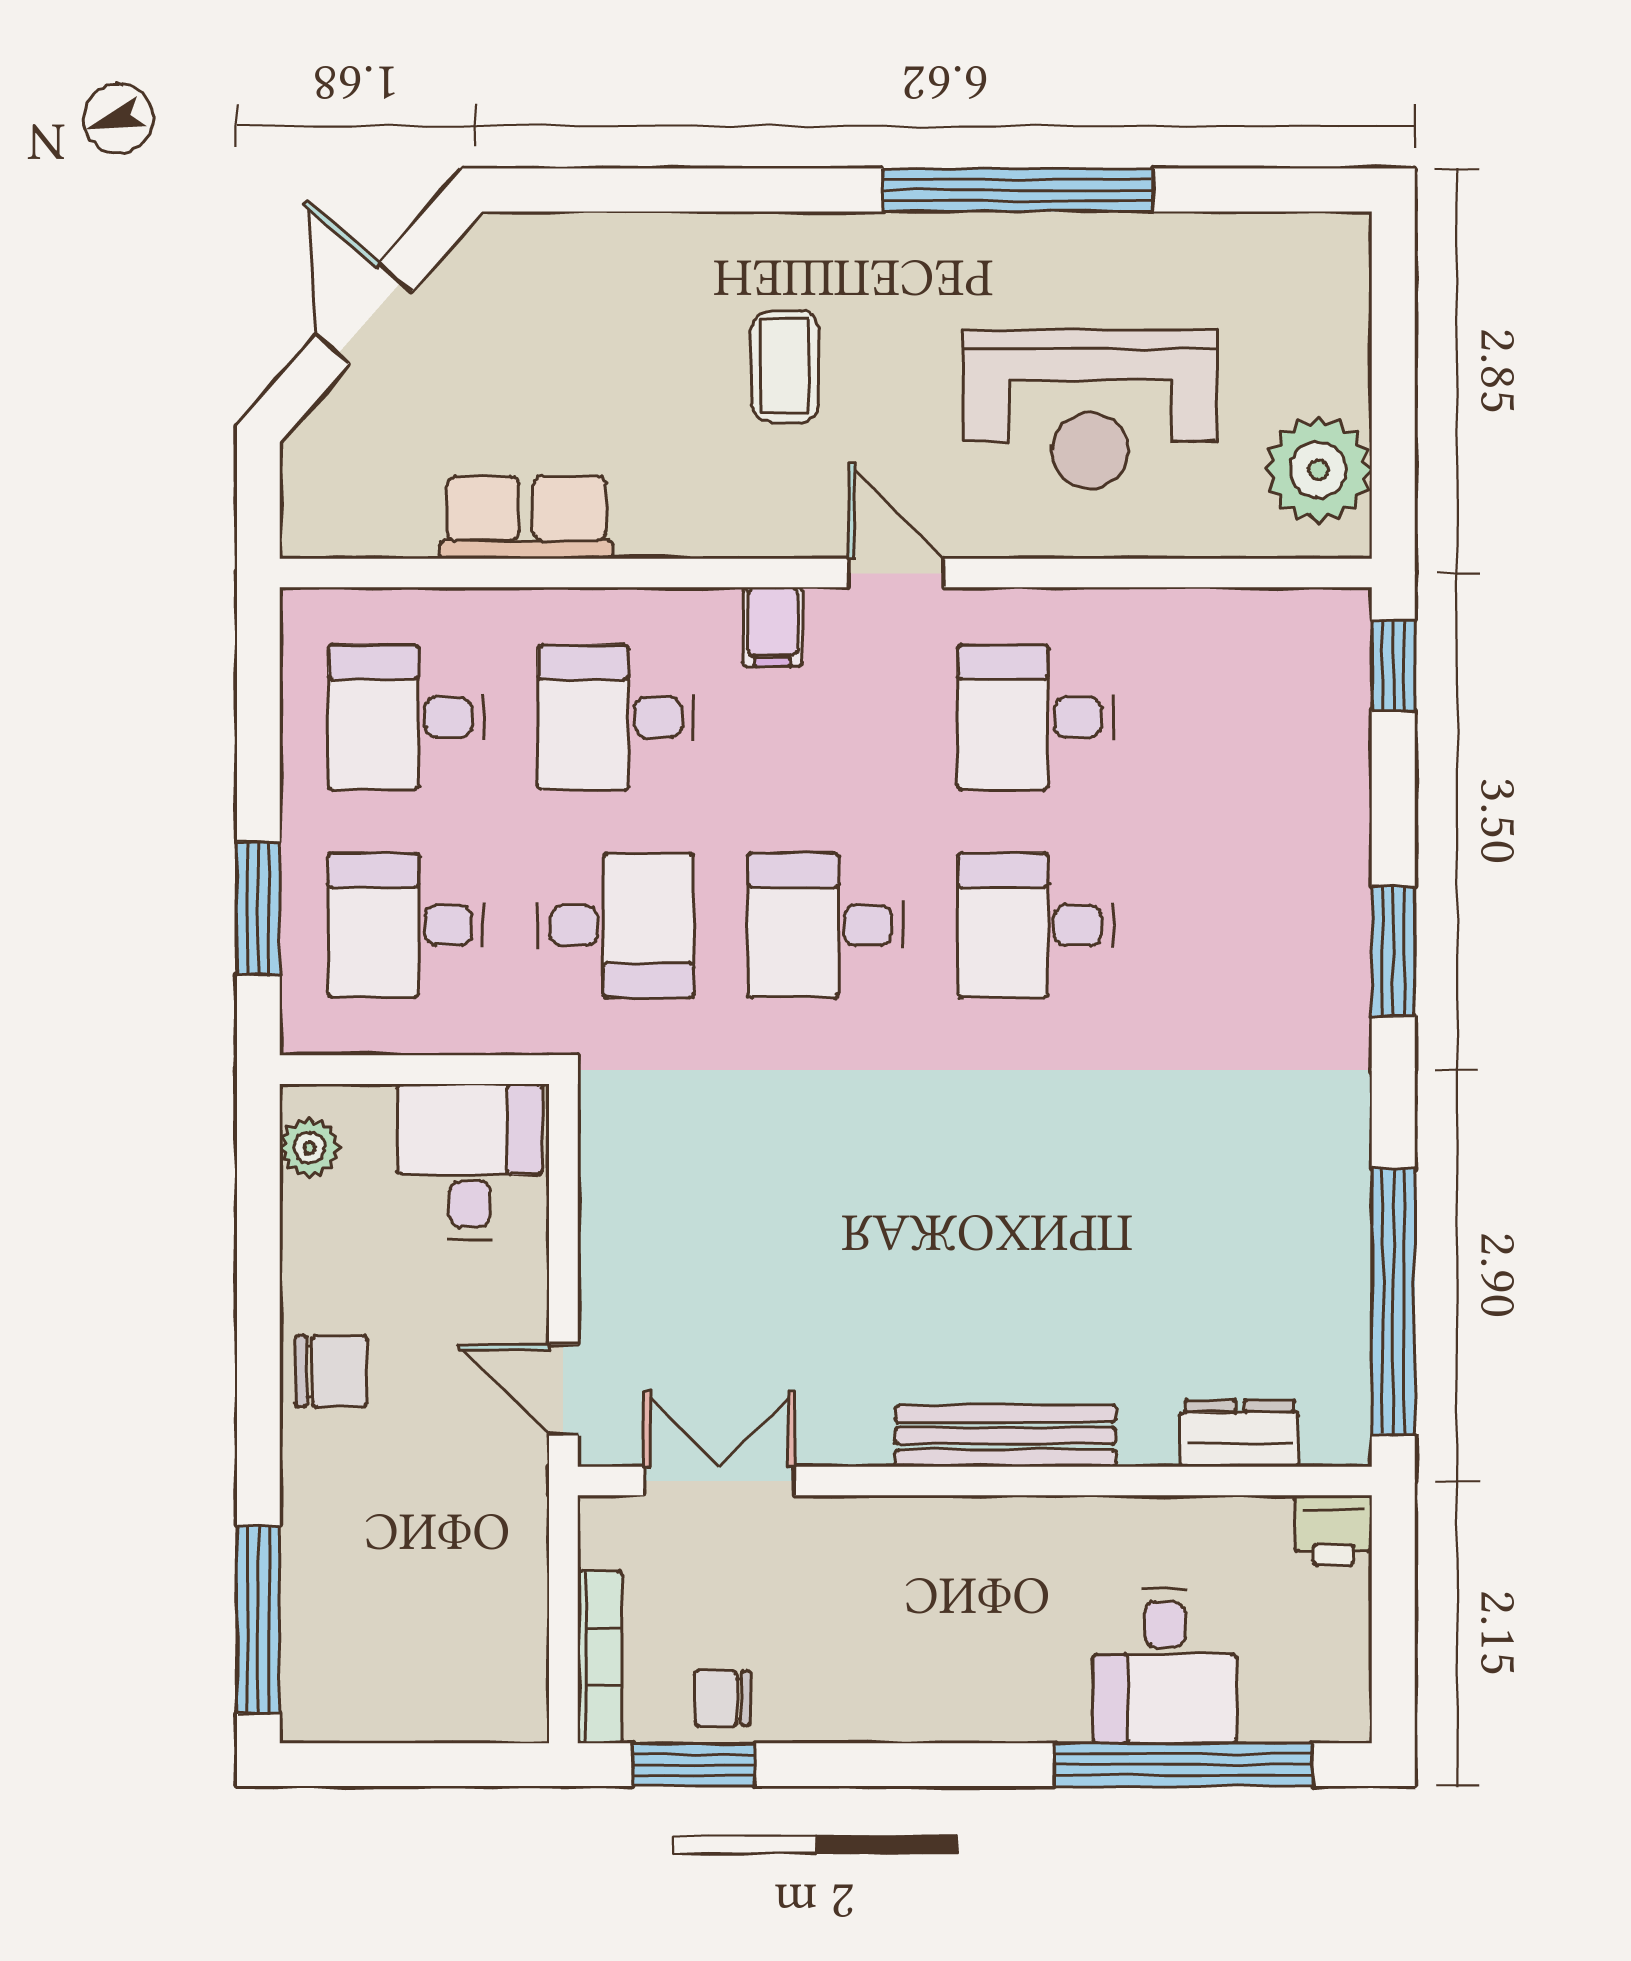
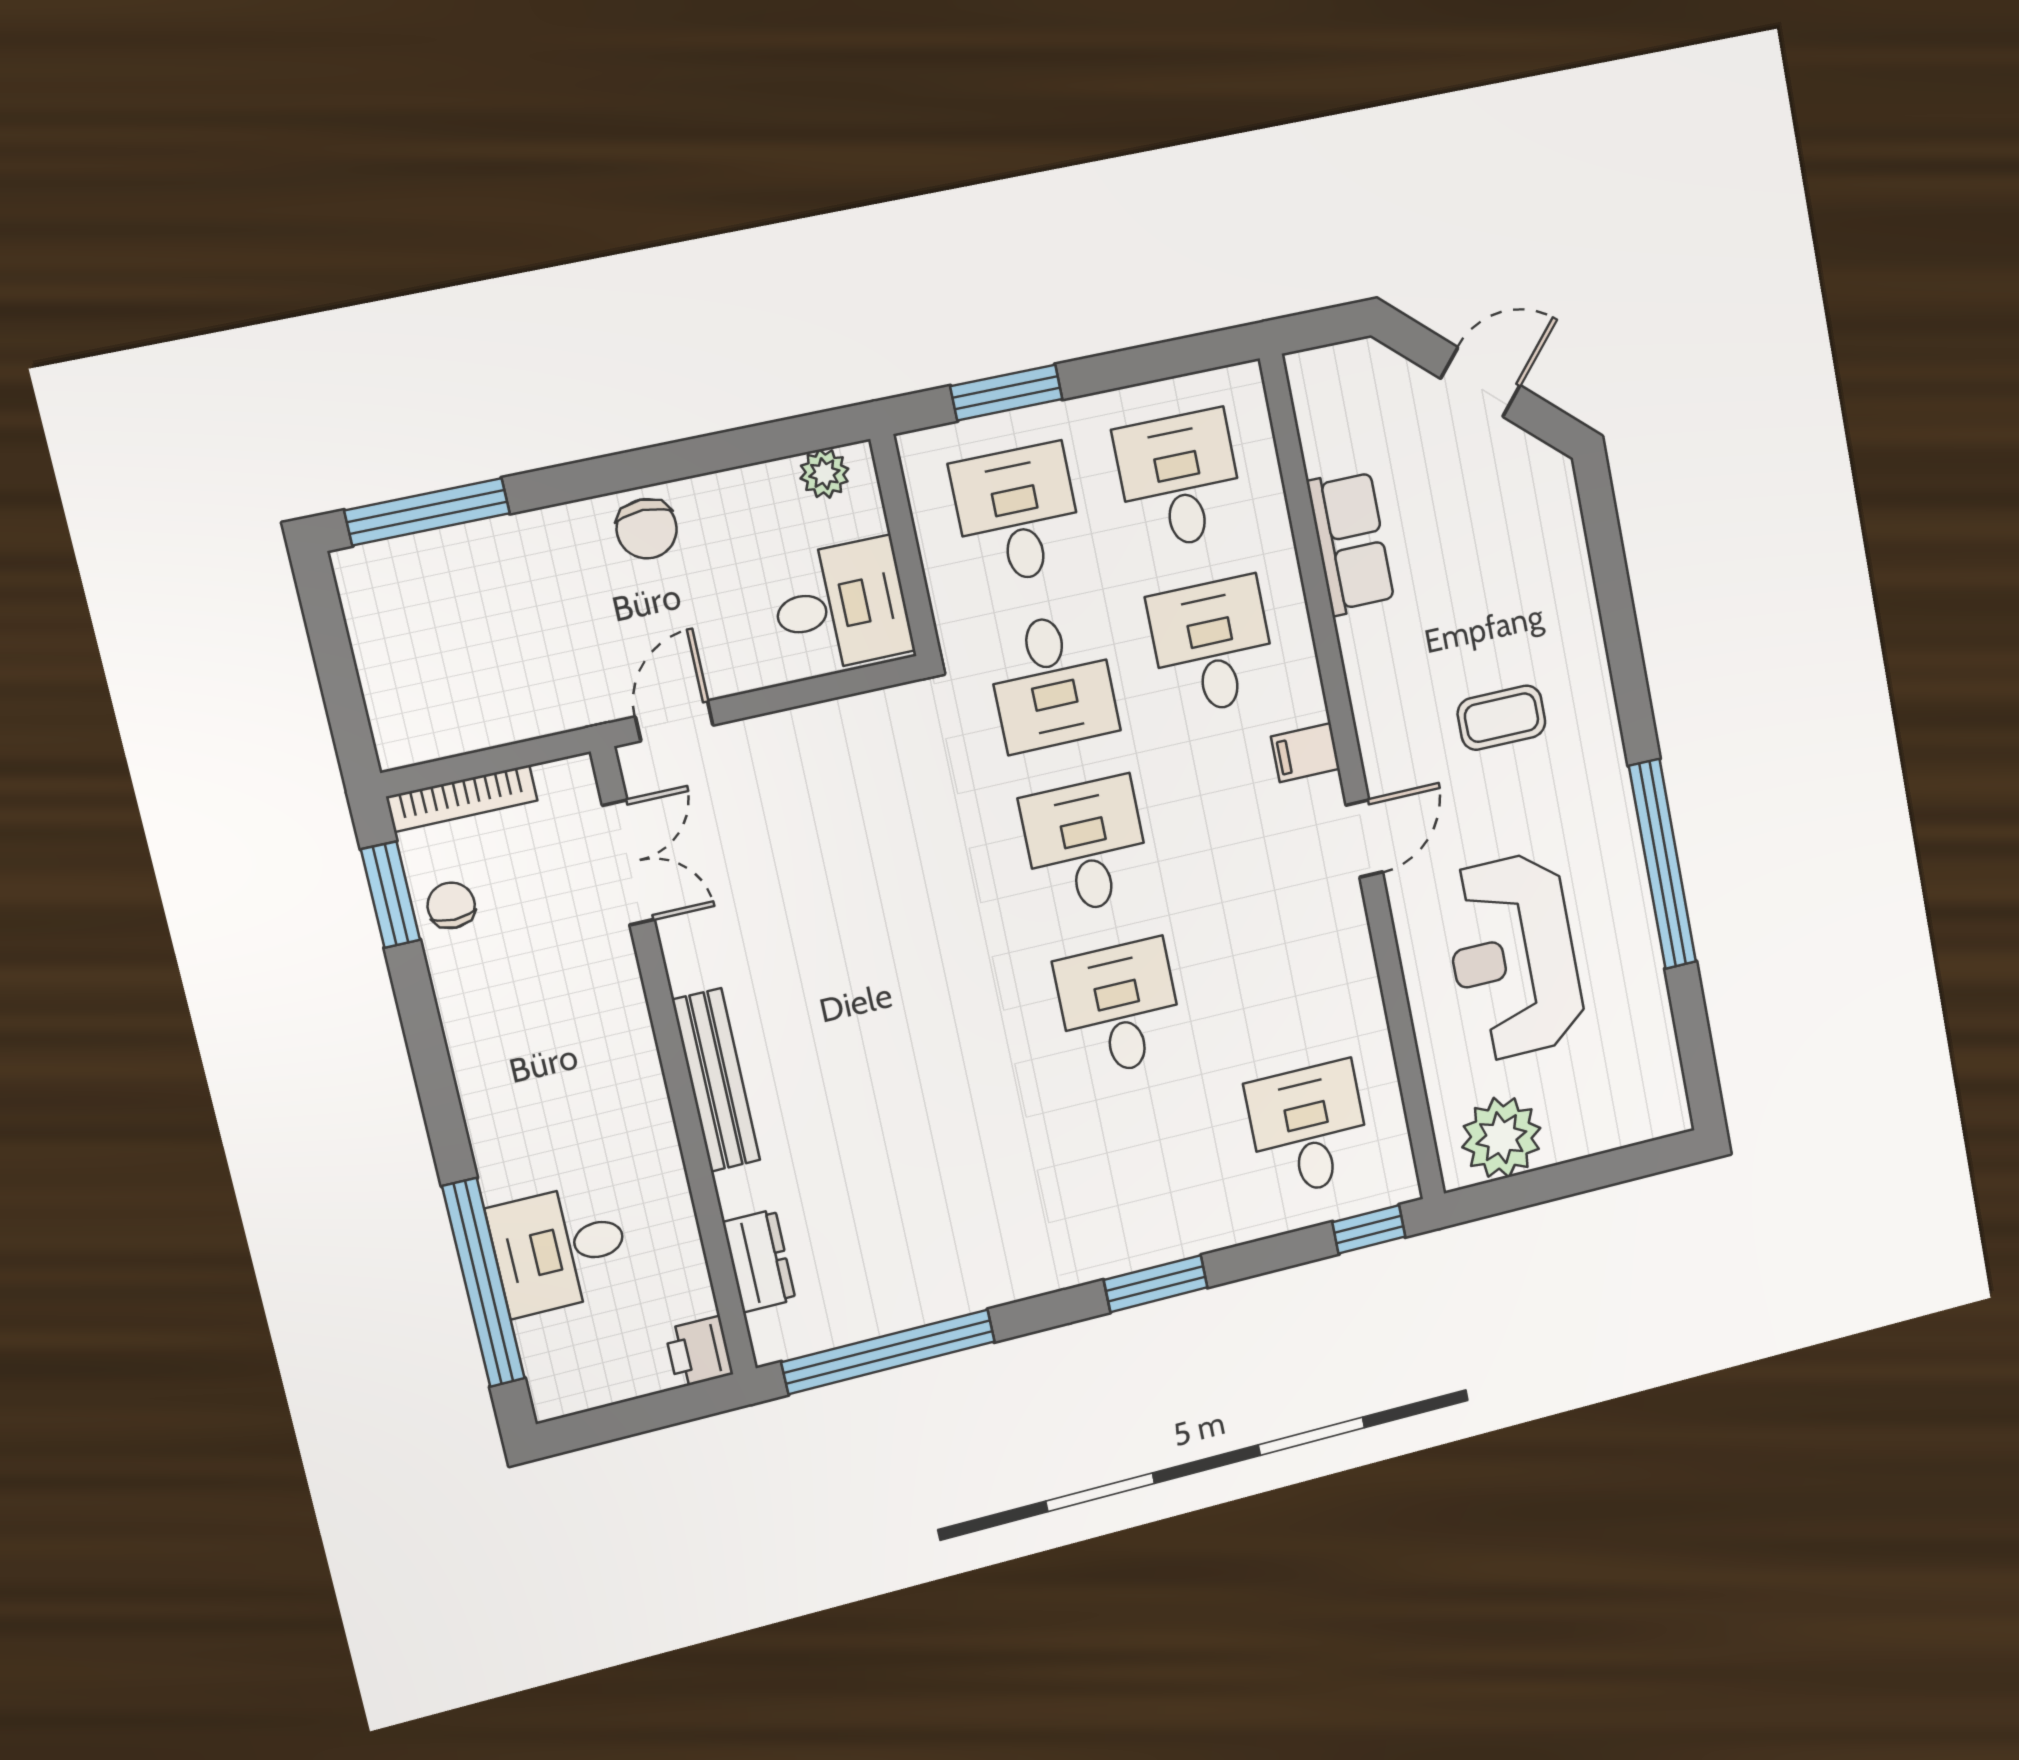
desk: (1036, 717) -> (1309, 1129), moved

